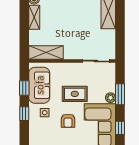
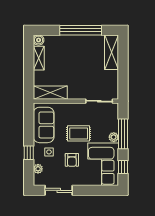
window: (24, 88) -> (29, 128), removed
window: (120, 94) -> (123, 134), width x1.44
plant: (34, 130) -> (38, 169), added

